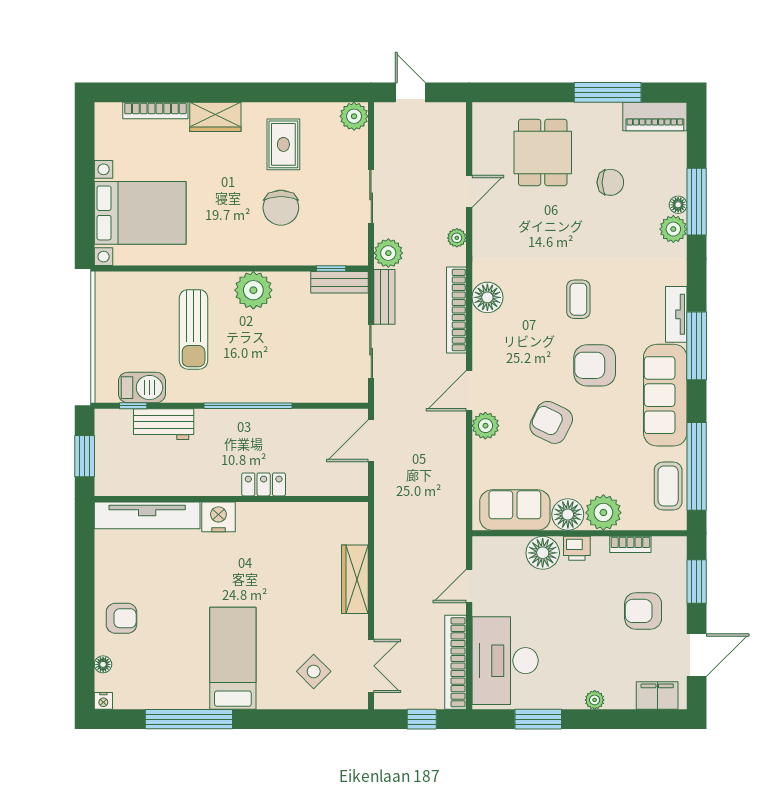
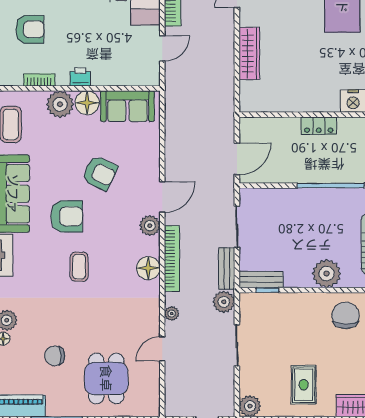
chair: (281, 208) -> (346, 315), moved
plant: (485, 426) -> (150, 226), moved
floor lamp: (543, 553) -> (106, 74), removed

